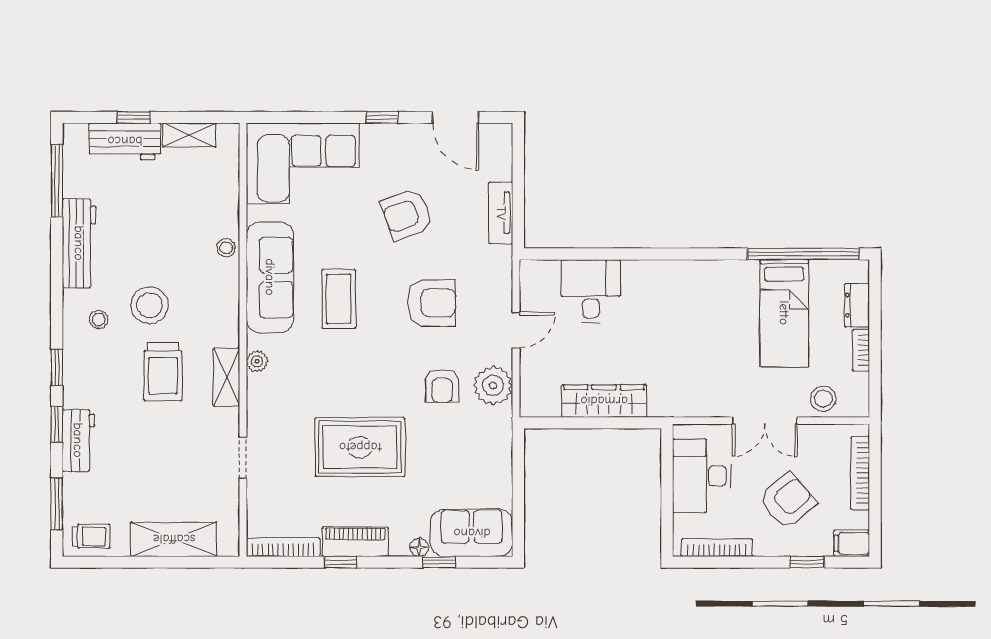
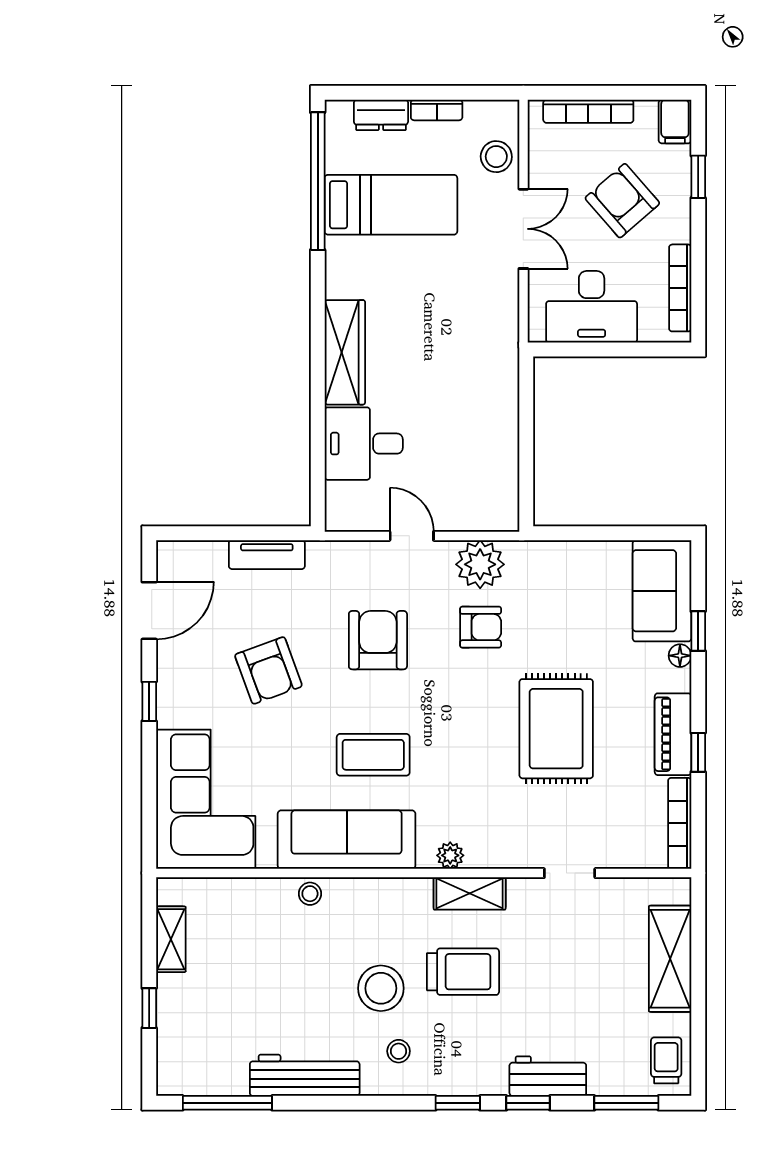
workbench: (125, 141) -> (179, 1019), removed
wardrobe: (604, 401) -> (345, 352), moved, turned 180

